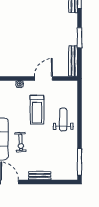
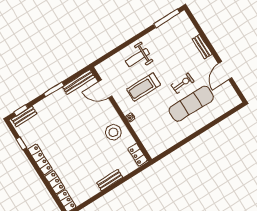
stool: (16, 63) -> (113, 132), added
door: (43, 78) -> (105, 89), moved
treadmill: (37, 110) -> (144, 87), turned 180

